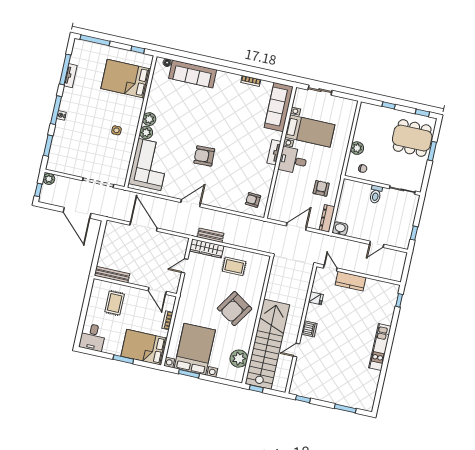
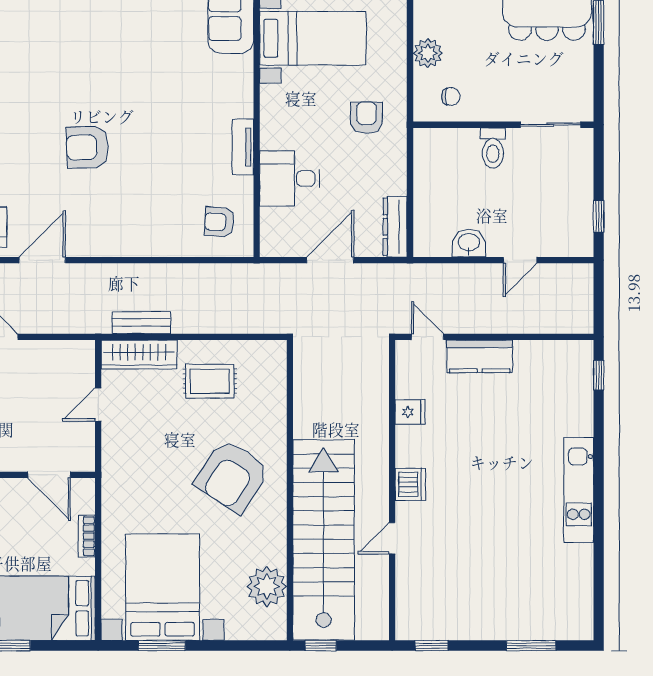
tv unit: (274, 152) -> (243, 147), moved
desk: (293, 160) -> (290, 178), moved
armchair: (321, 188) -> (366, 118), moved
door: (191, 203) -> (42, 260), moved
washbasin: (340, 229) -> (469, 243), moved

